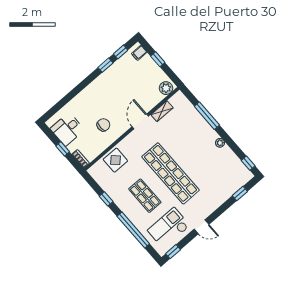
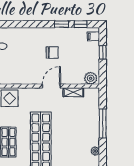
chair: (103, 125) -> (52, 53), moved

